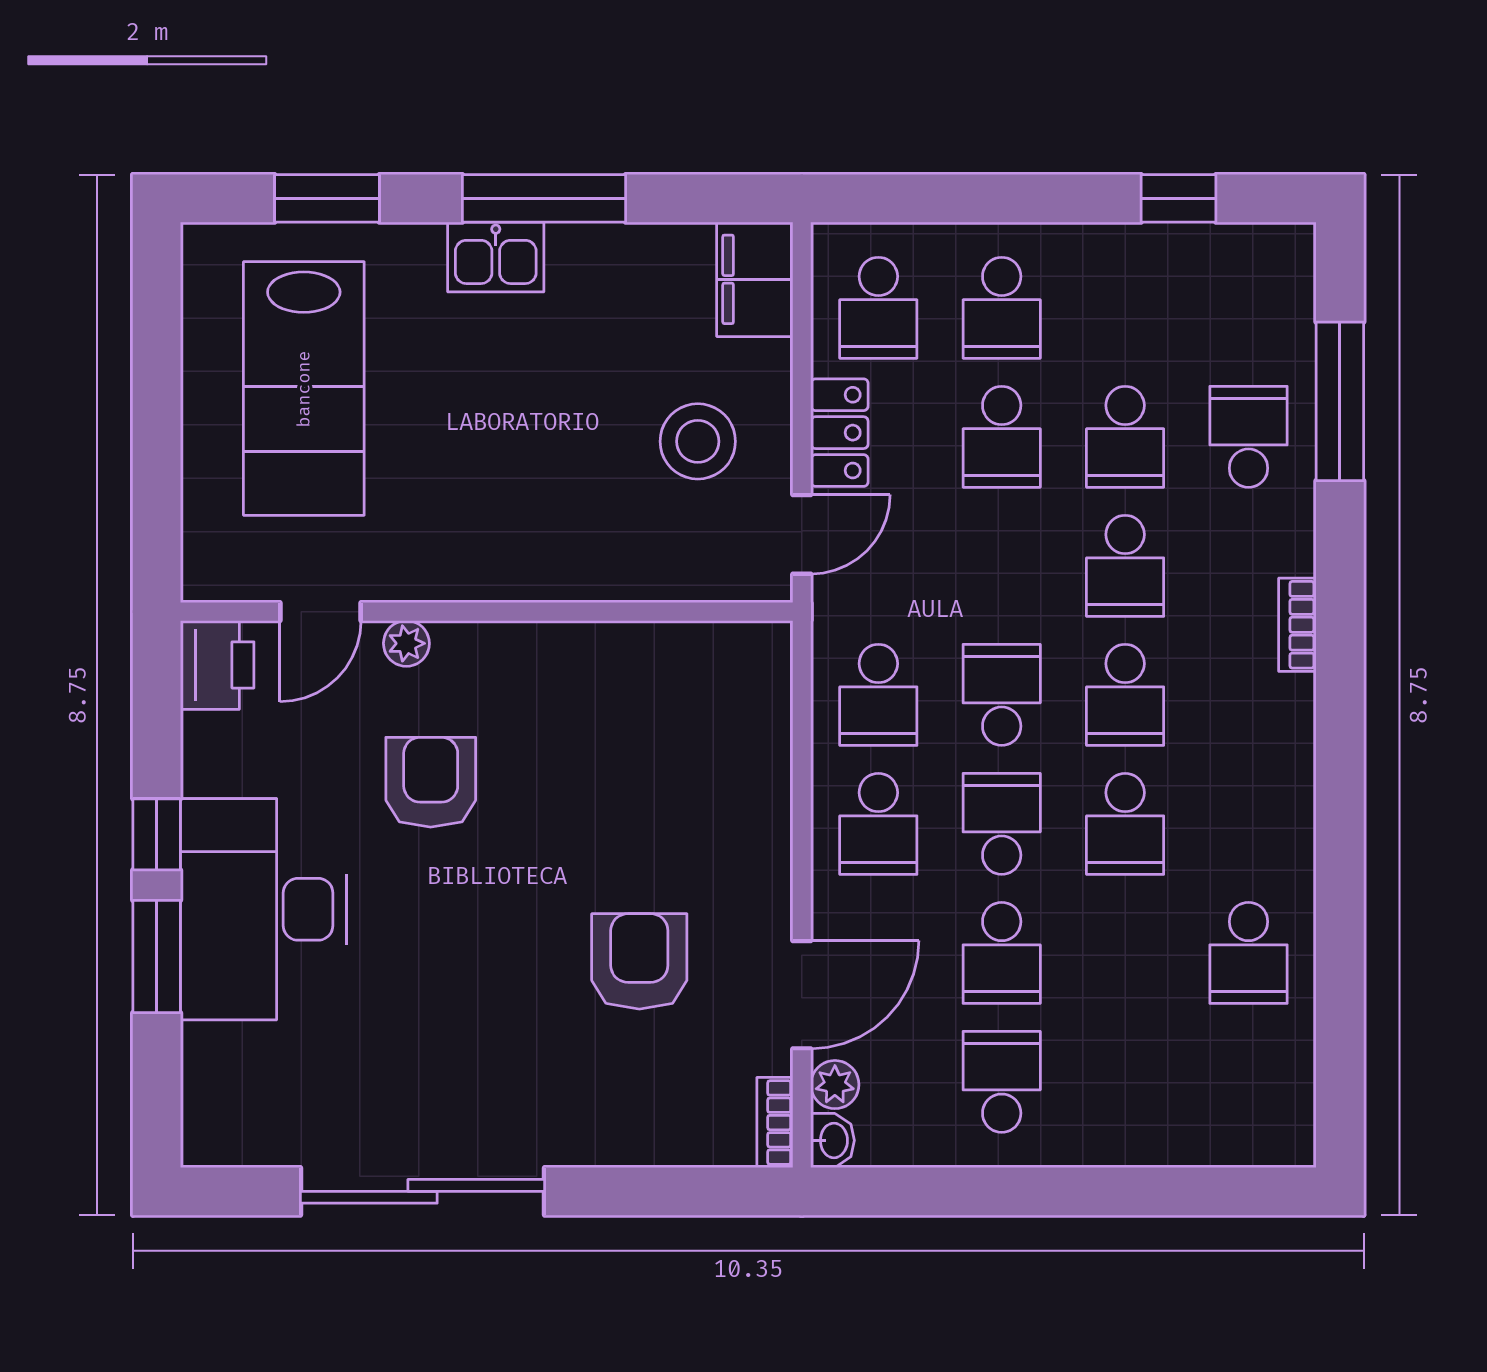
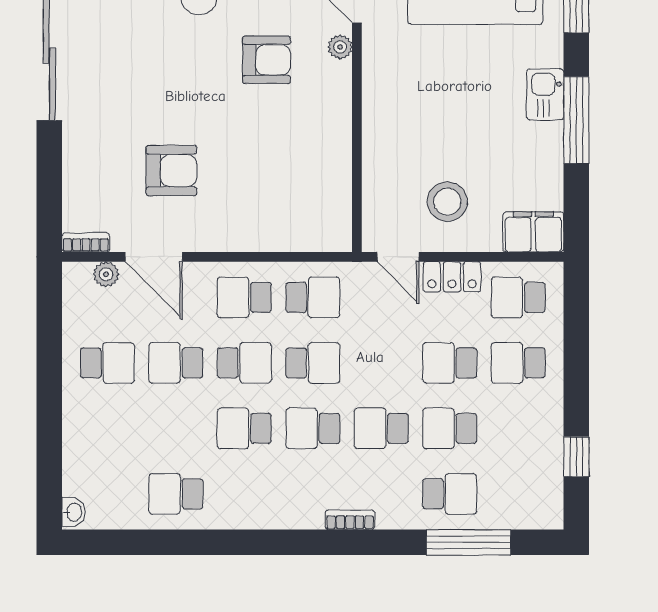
school desk: (878, 695) -> (313, 297), turned 180
washbasin: (833, 1140) -> (74, 512), moved, turned -90

